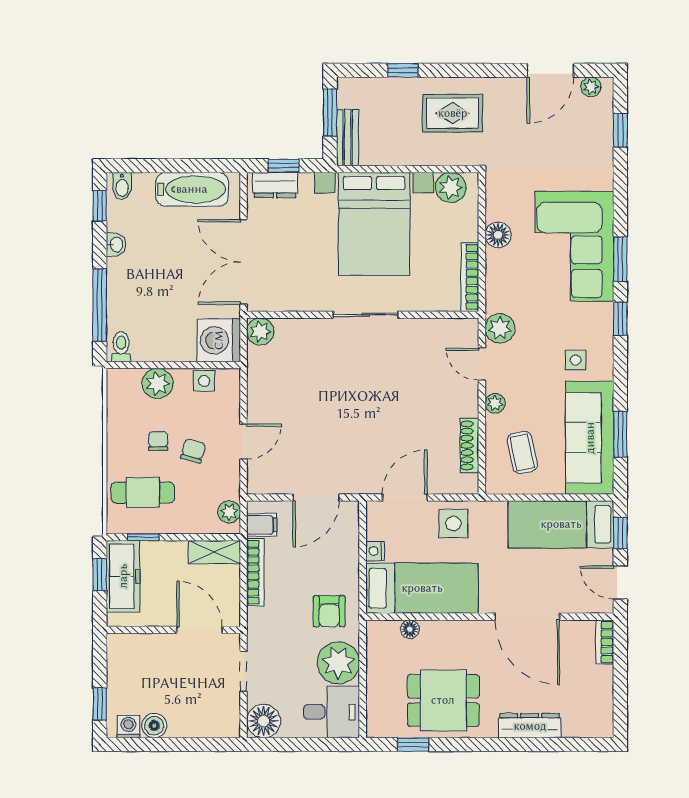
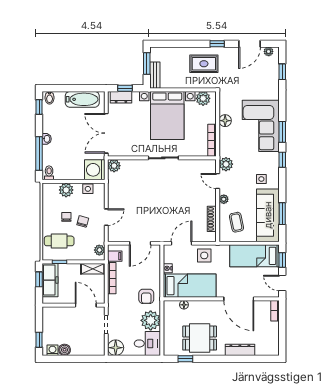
window: (403, 70) -> (217, 44), moved
washbasin: (116, 245) -> (47, 139), moved

